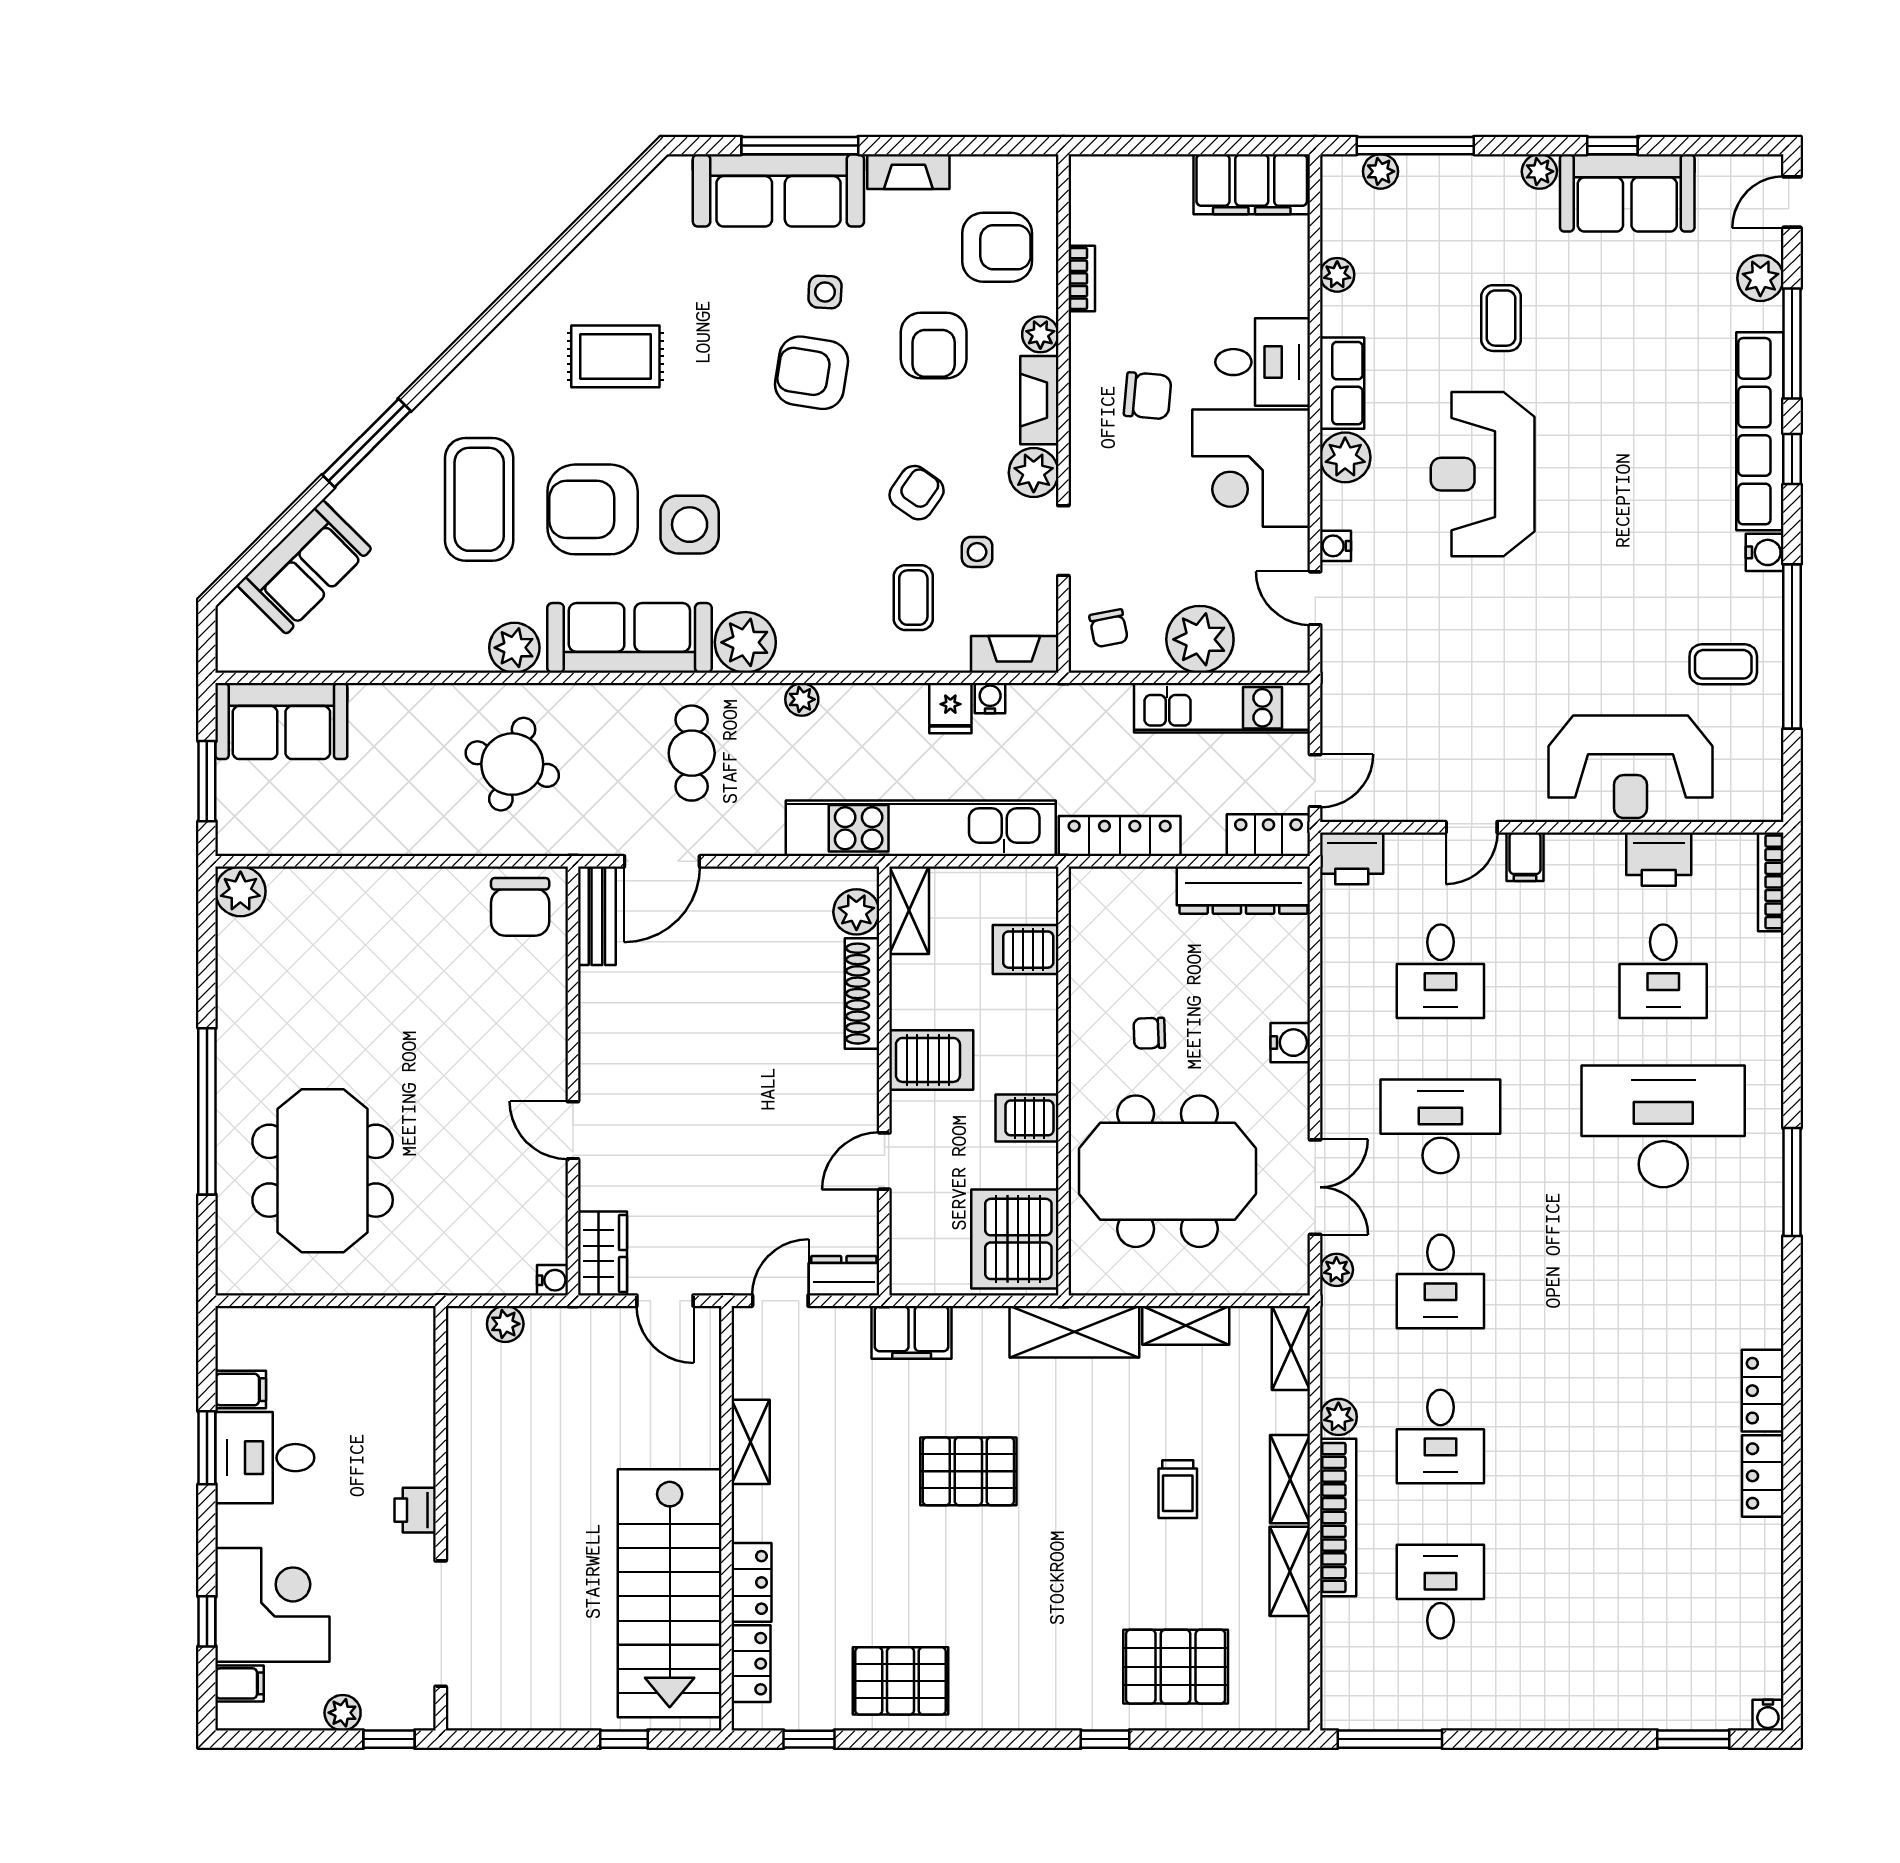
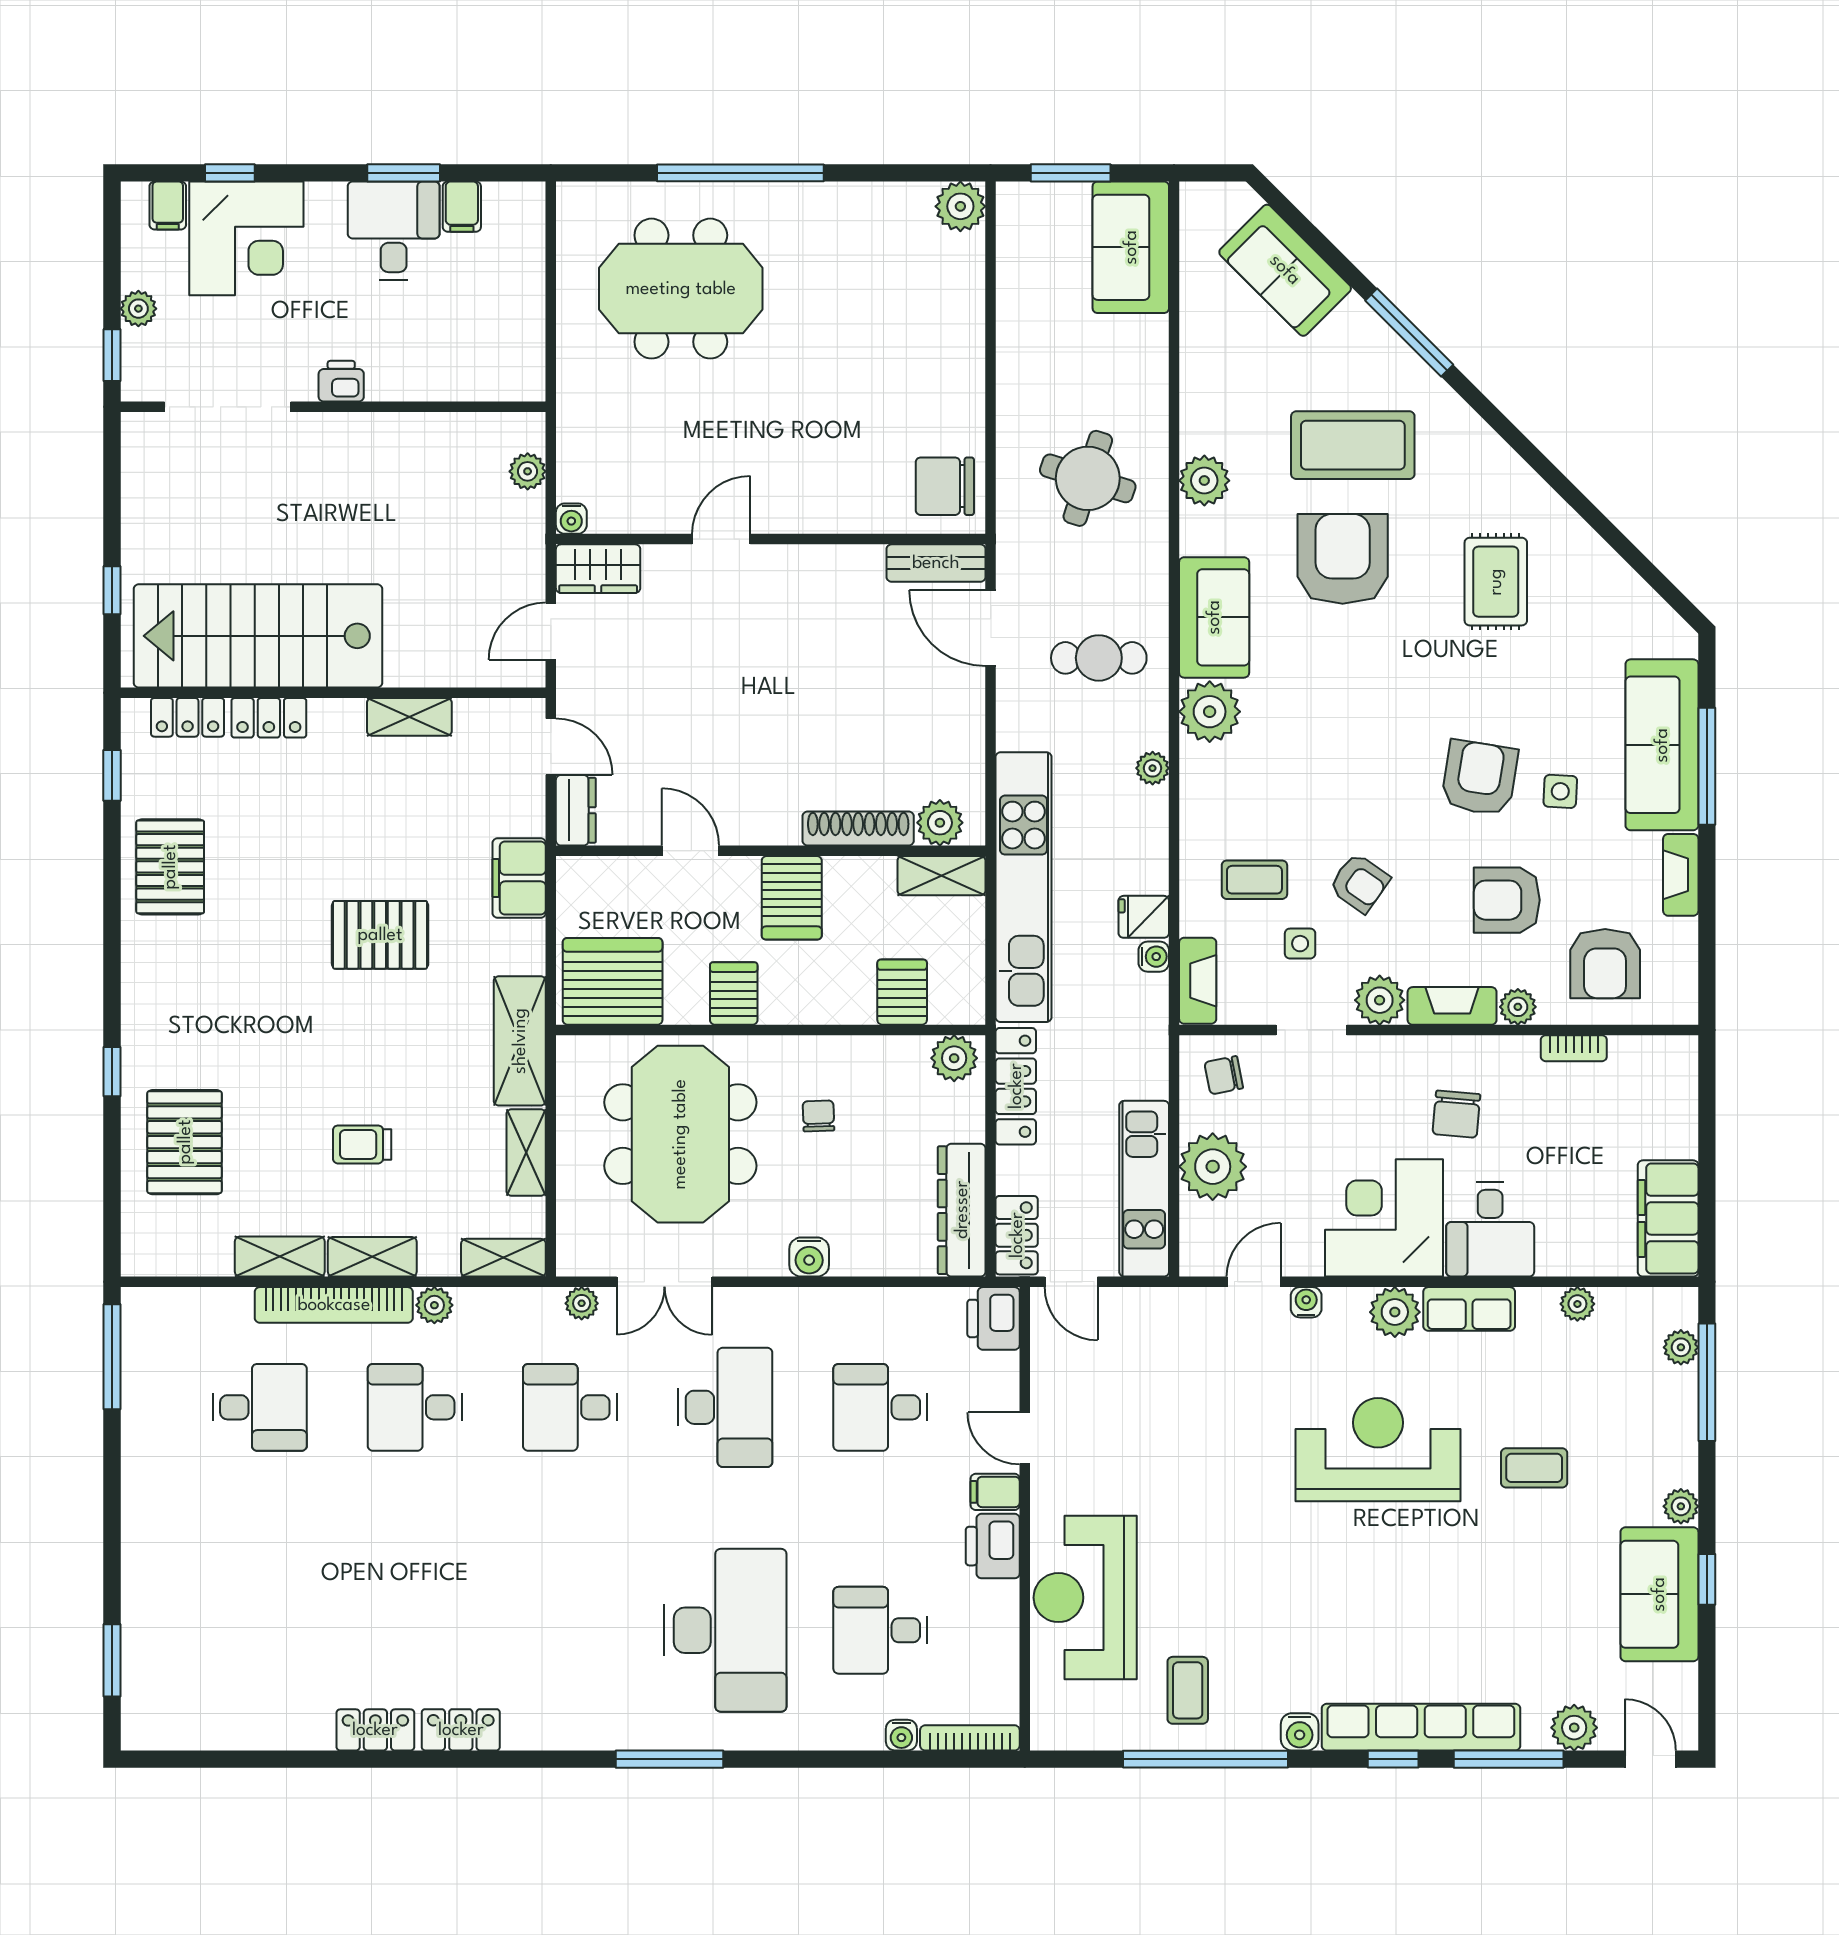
side table: (690, 525) -> (1328, 656), removed
sofa: (629, 638) -> (1214, 617), width x0.73
printer: (1659, 859) -> (993, 1546), moved
plant: (1092, 898) -> (954, 1058), added
pallet: (968, 1471) -> (380, 935), turned 90
water cooler: (1768, 1715) -> (901, 1735), moved, turned -90

